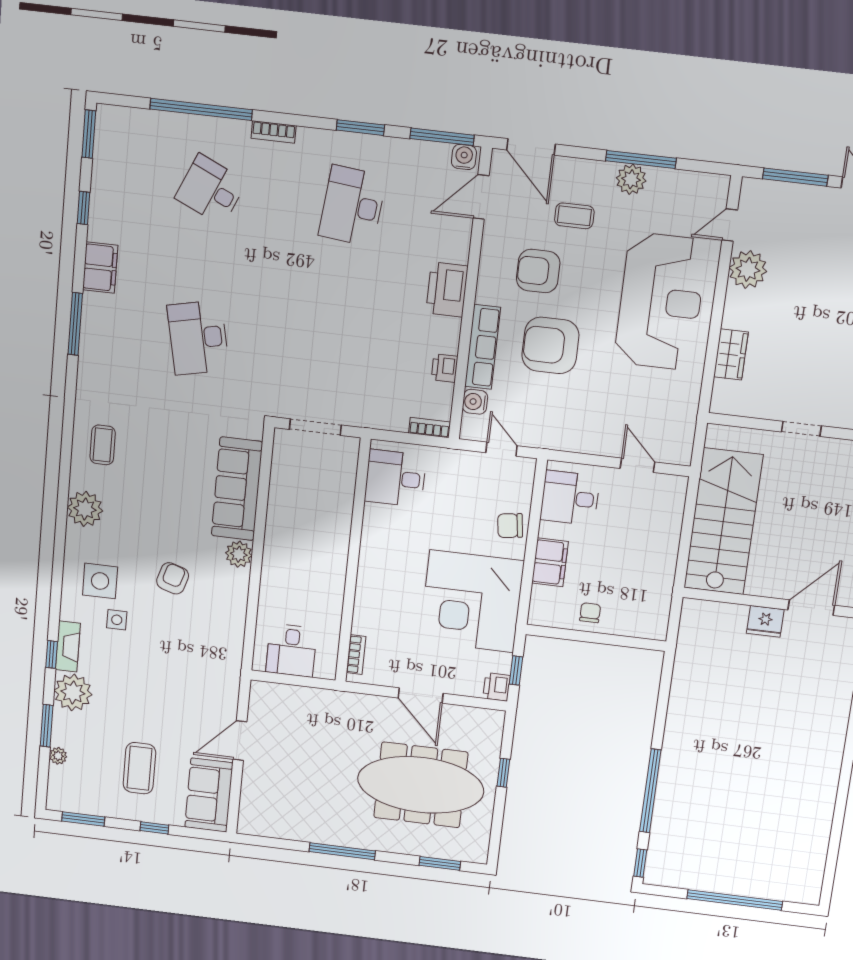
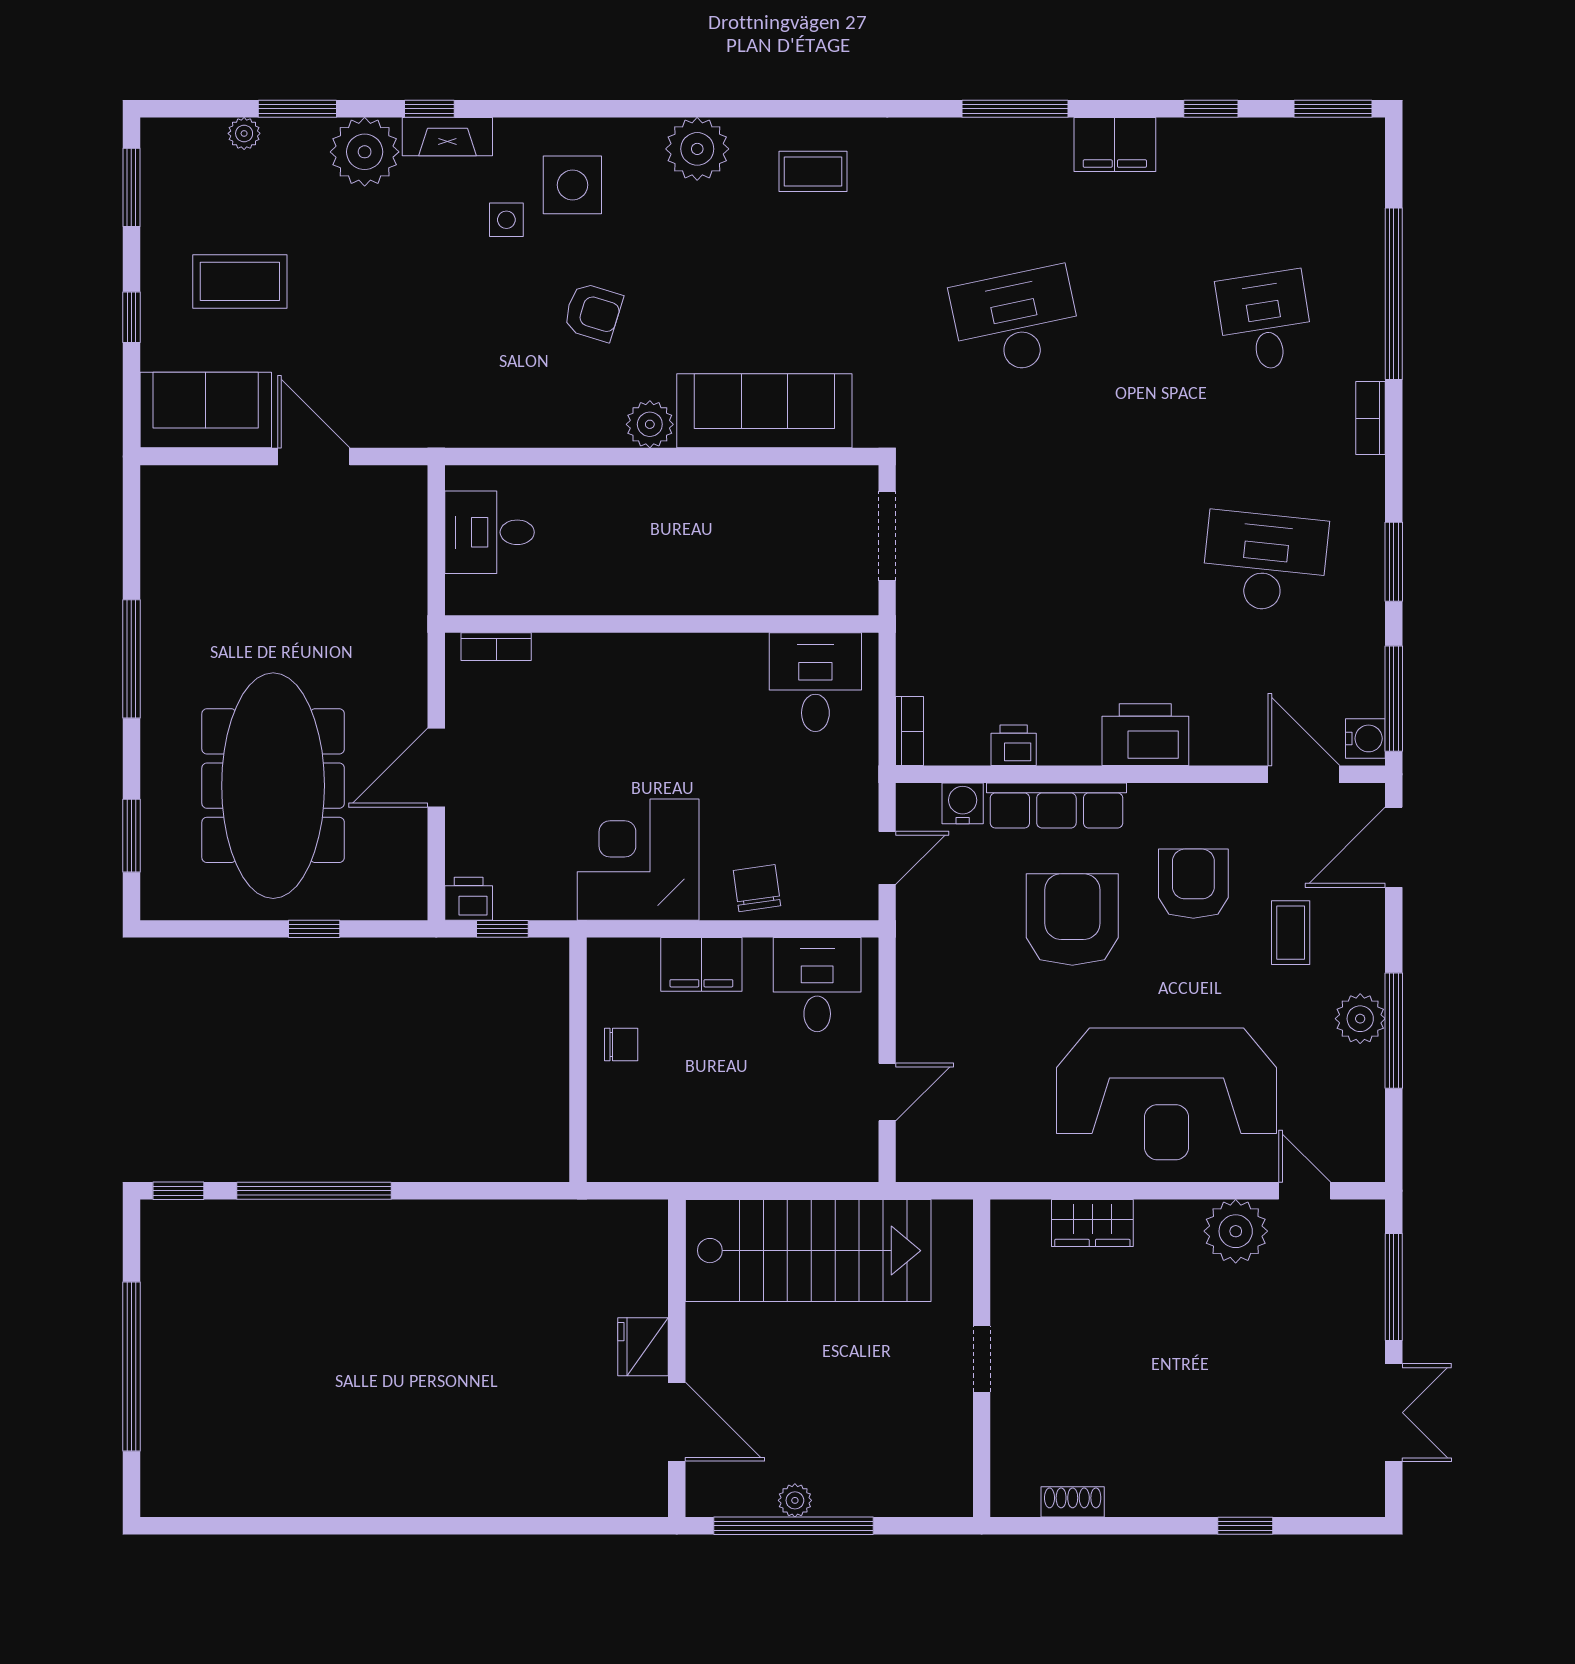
desk: (211, 190) -> (1265, 321), turned -33
corner desk: (472, 601) -> (638, 860), width x0.74, depth x0.74

